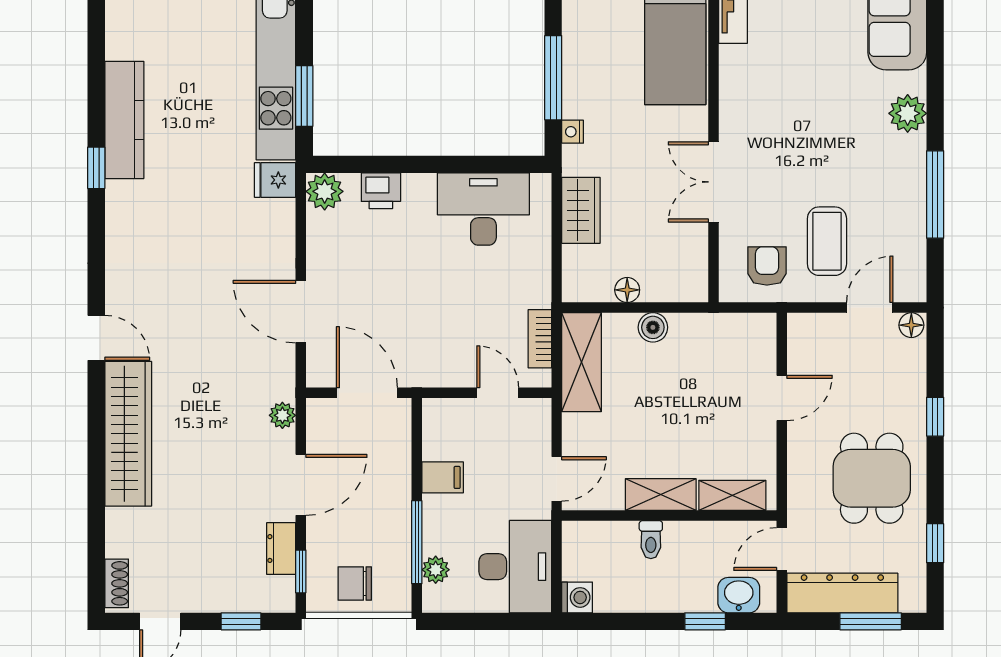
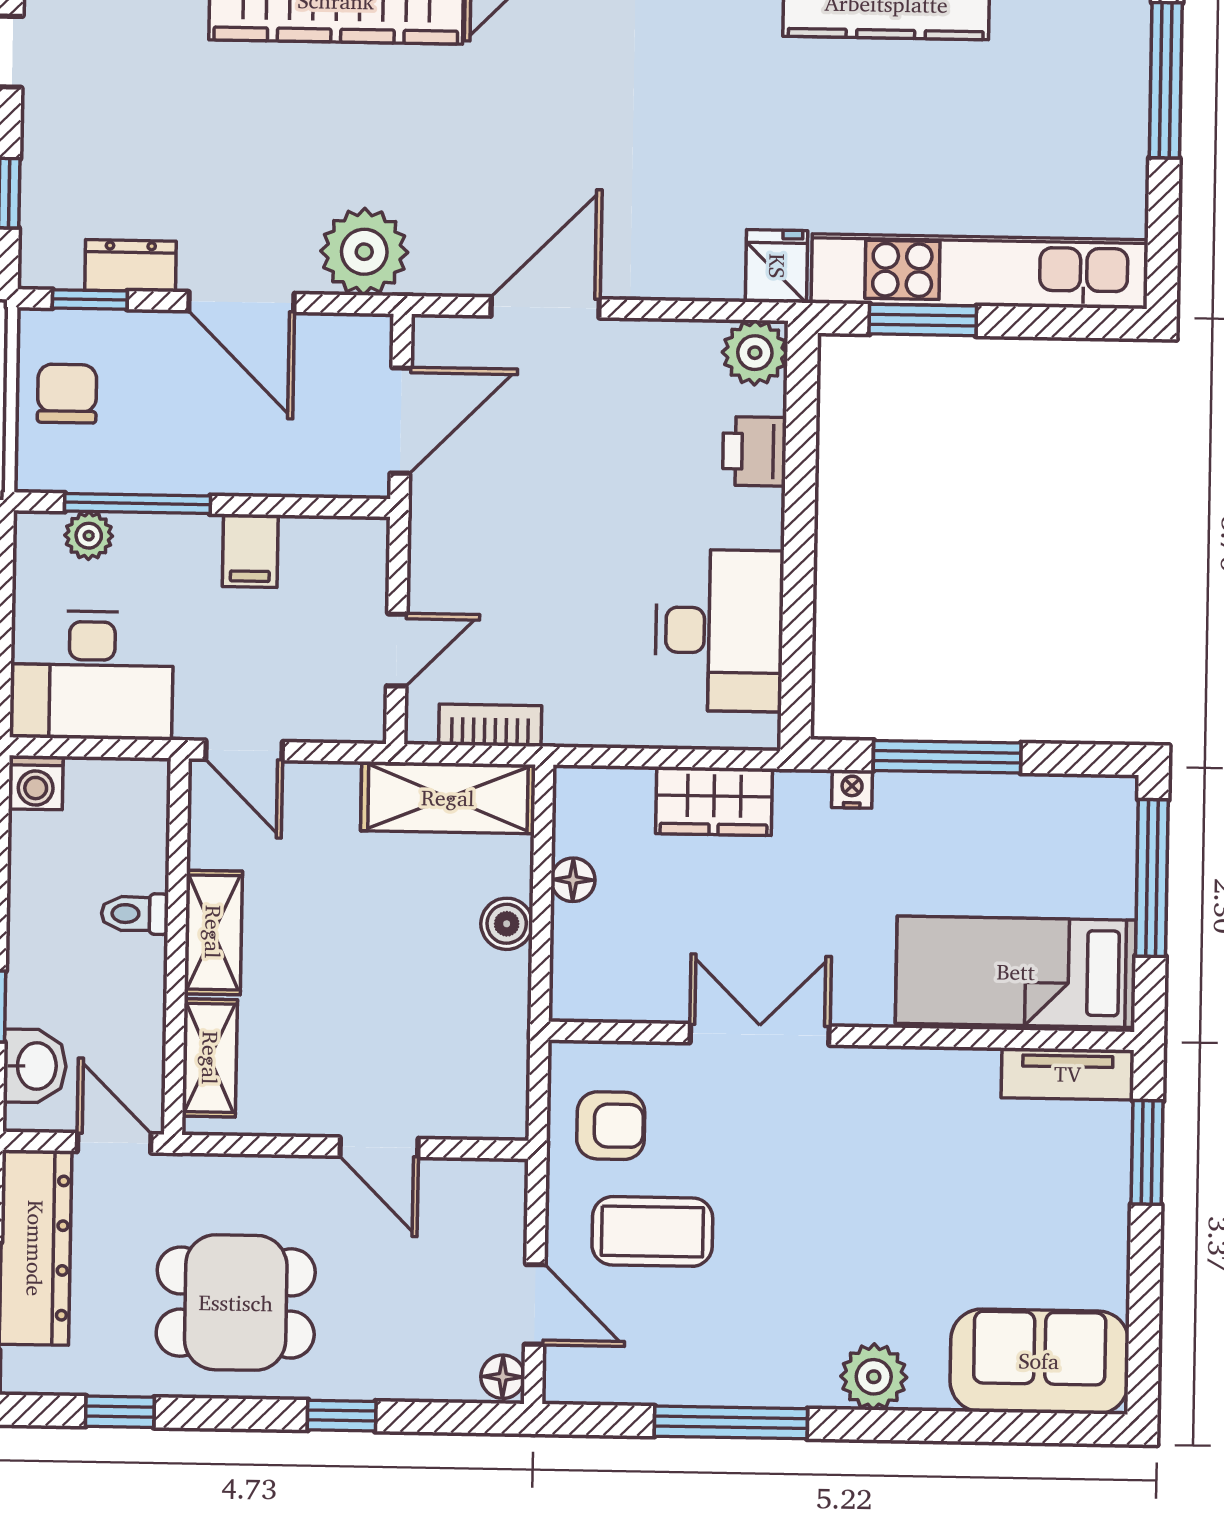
plant: (282, 415) -> (364, 252), width x1.88, depth x1.88

